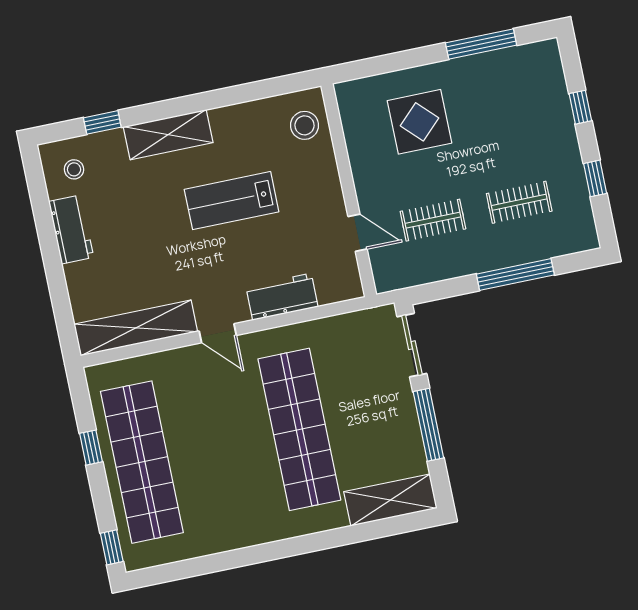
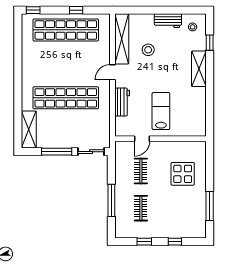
stool: (305, 125) -> (148, 50), moved
lab bench: (232, 201) -> (161, 111), moved

